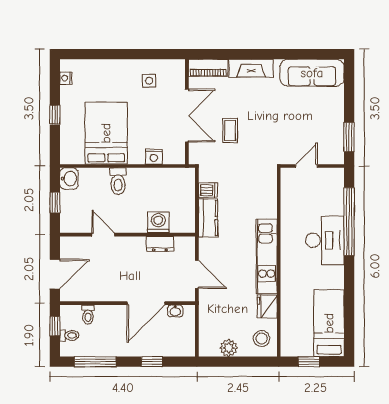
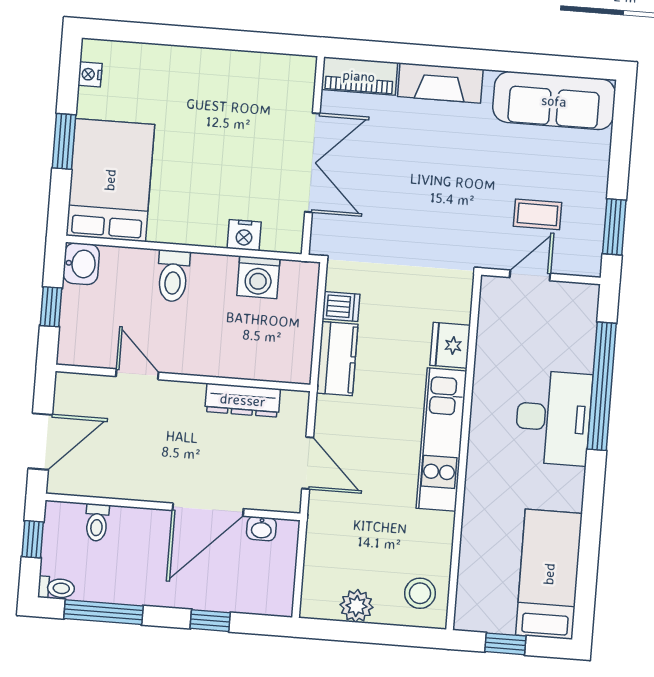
side table: (149, 81) -> (246, 92), removed
window: (55, 115) -> (64, 141), width x1.50
coffee table: (230, 131) -> (538, 214), moved, turned 90
bed: (106, 133) -> (110, 180), moved
washing machine: (158, 222) -> (258, 277), moved, turned 180
dresser: (160, 244) -> (243, 400), width x1.44
fridge: (267, 307) -> (450, 345), moved
toilet: (69, 335) -> (56, 588), moved

